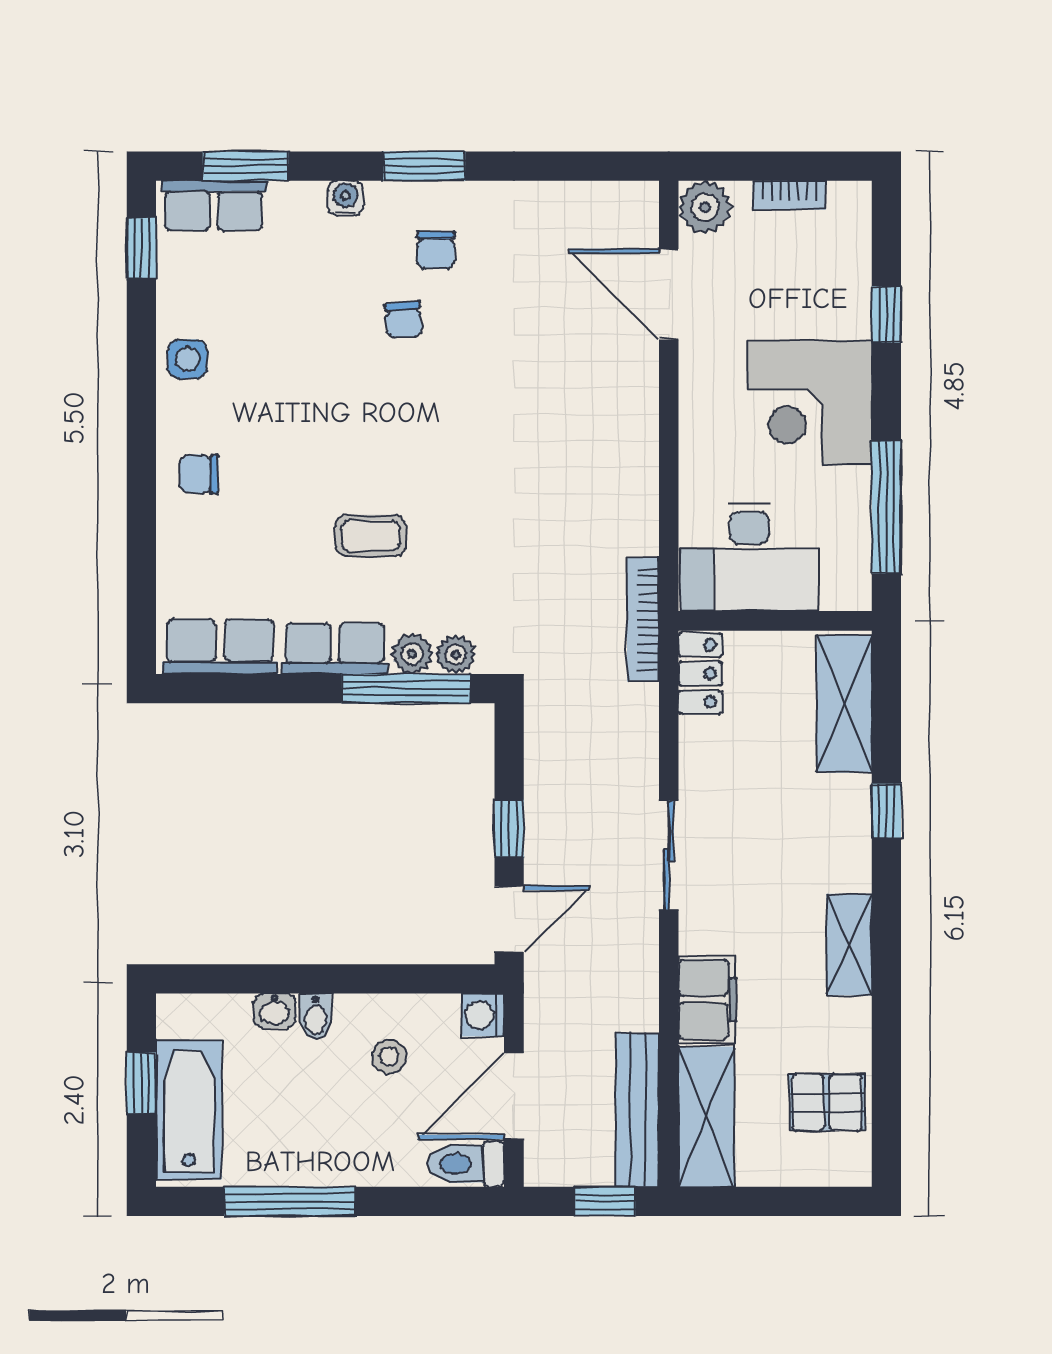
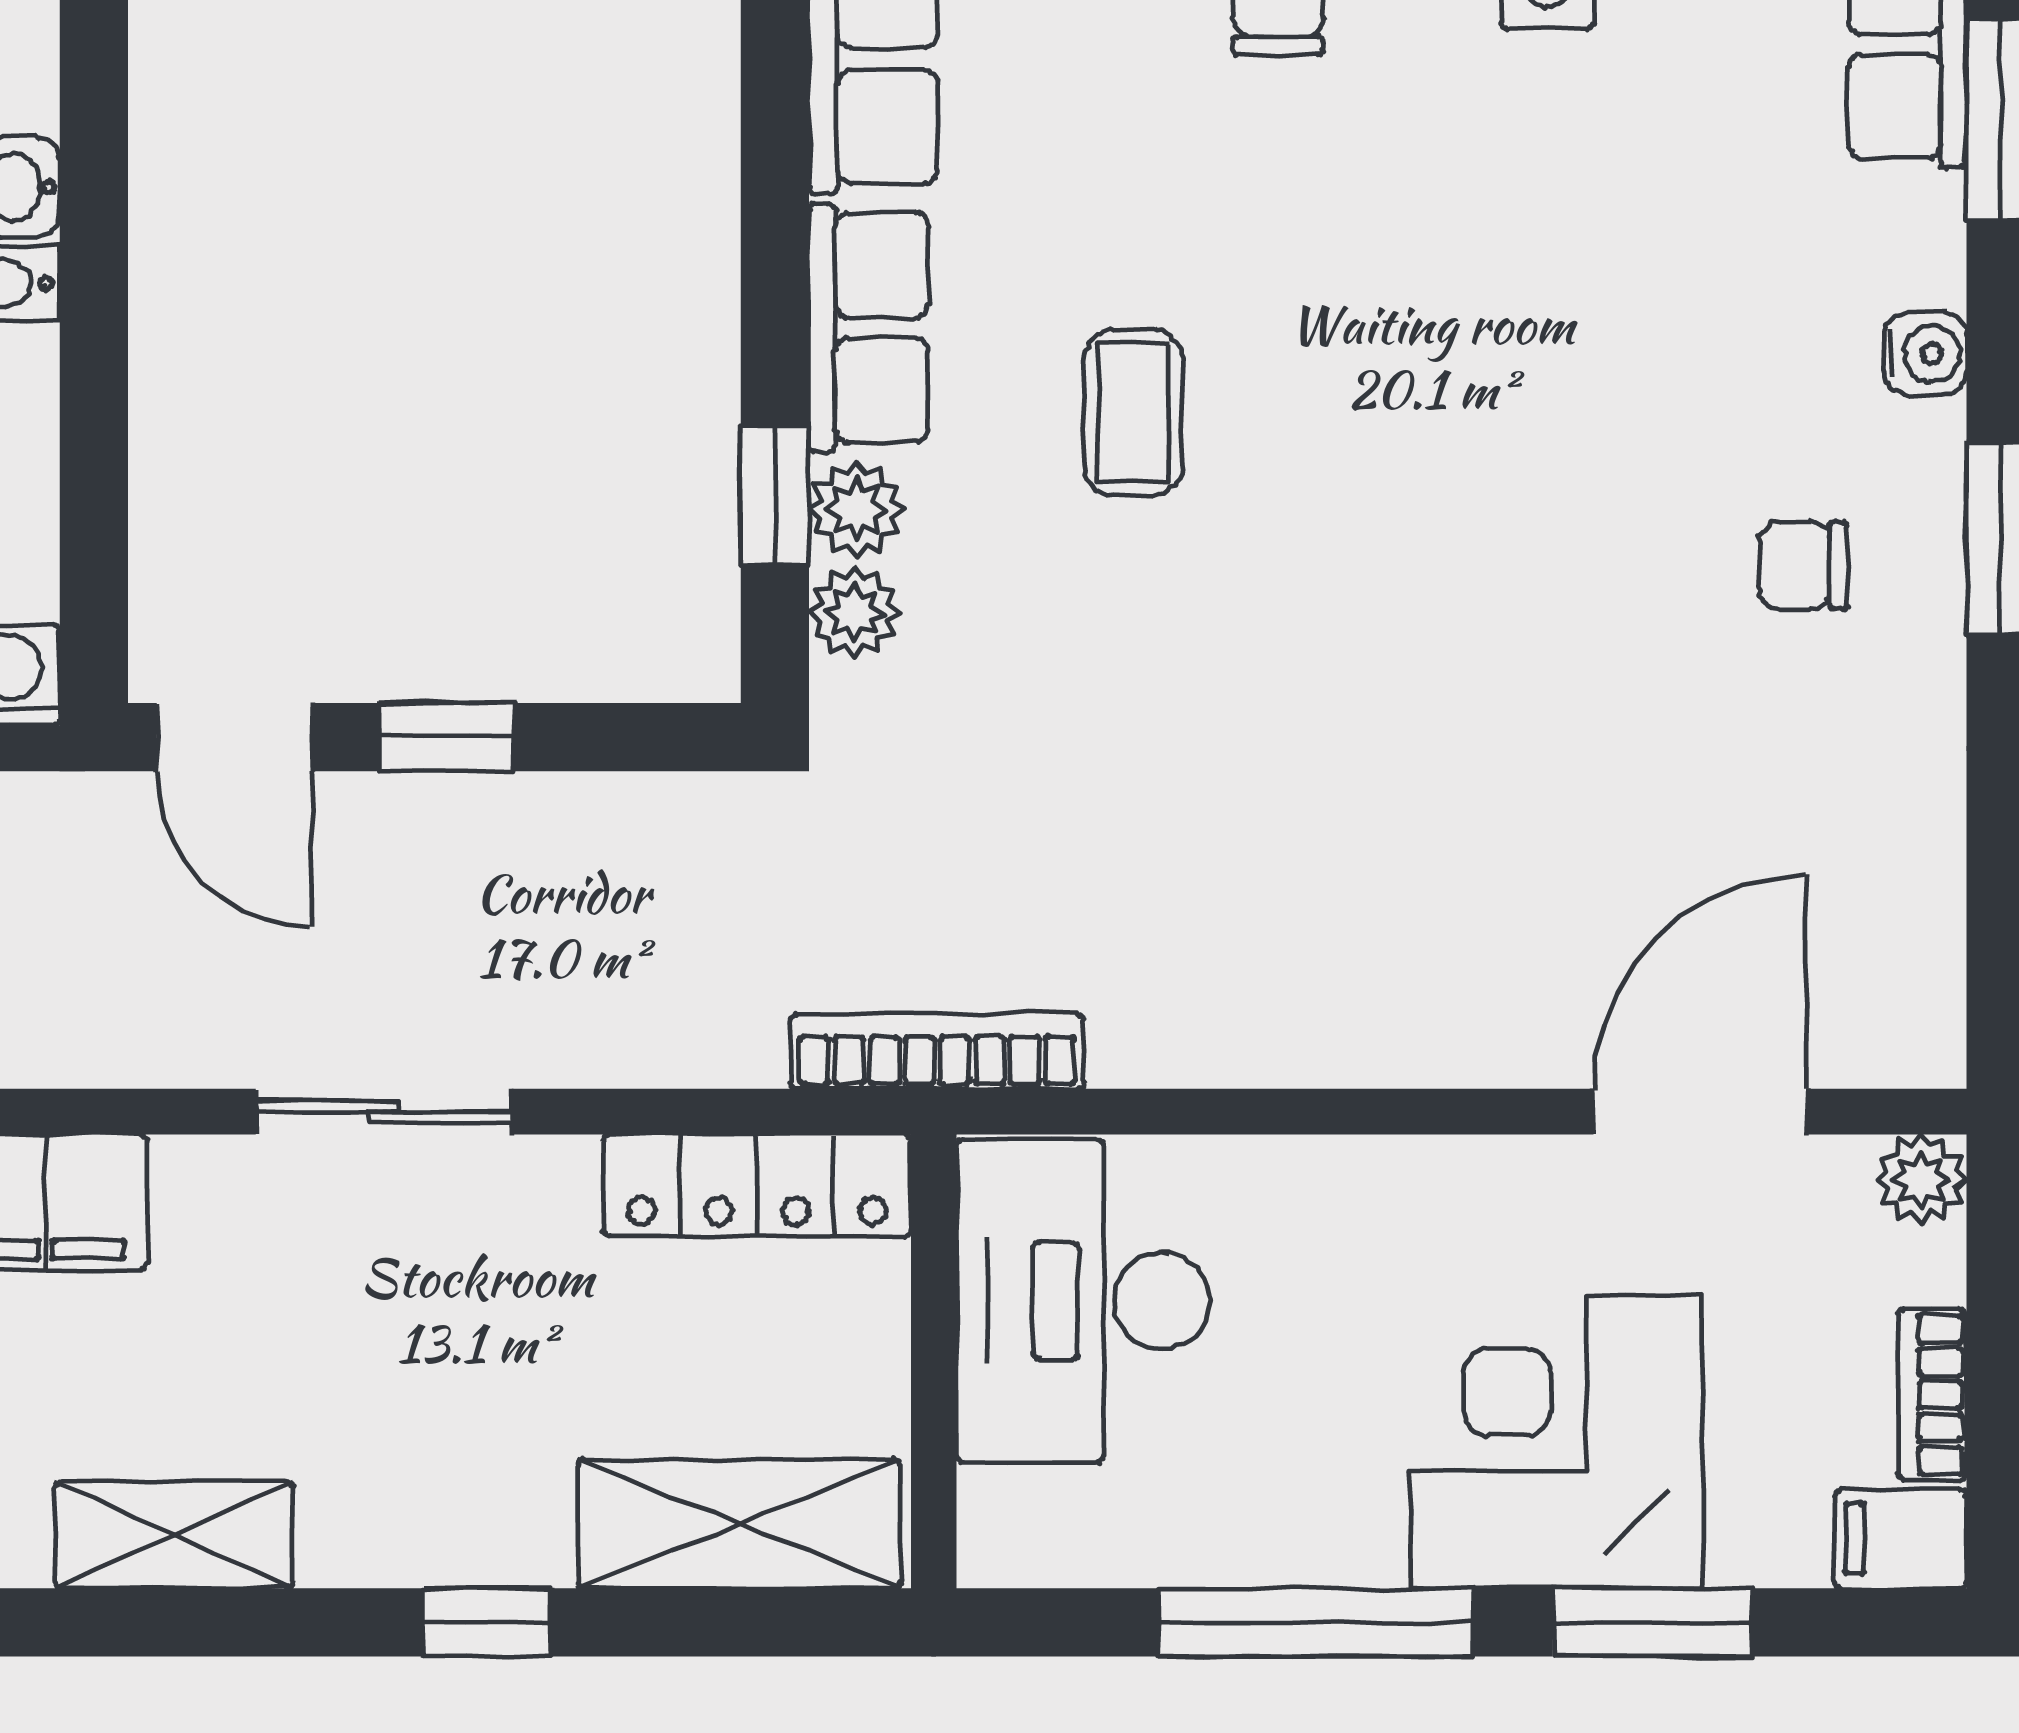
plant: (705, 207) -> (1921, 1180), width x0.73, depth x0.73
filing cabinet: (851, 209) -> (1901, 1539), added
window: (886, 314) -> (1652, 1622), width x1.50
chair: (404, 320) -> (1640, 490), removed
corner desk: (810, 403) -> (1557, 1442), moved
window: (886, 507) -> (1316, 1622), moved
locker: (700, 673) -> (757, 1185), width x1.53
window: (406, 689) -> (775, 495), width x0.46

